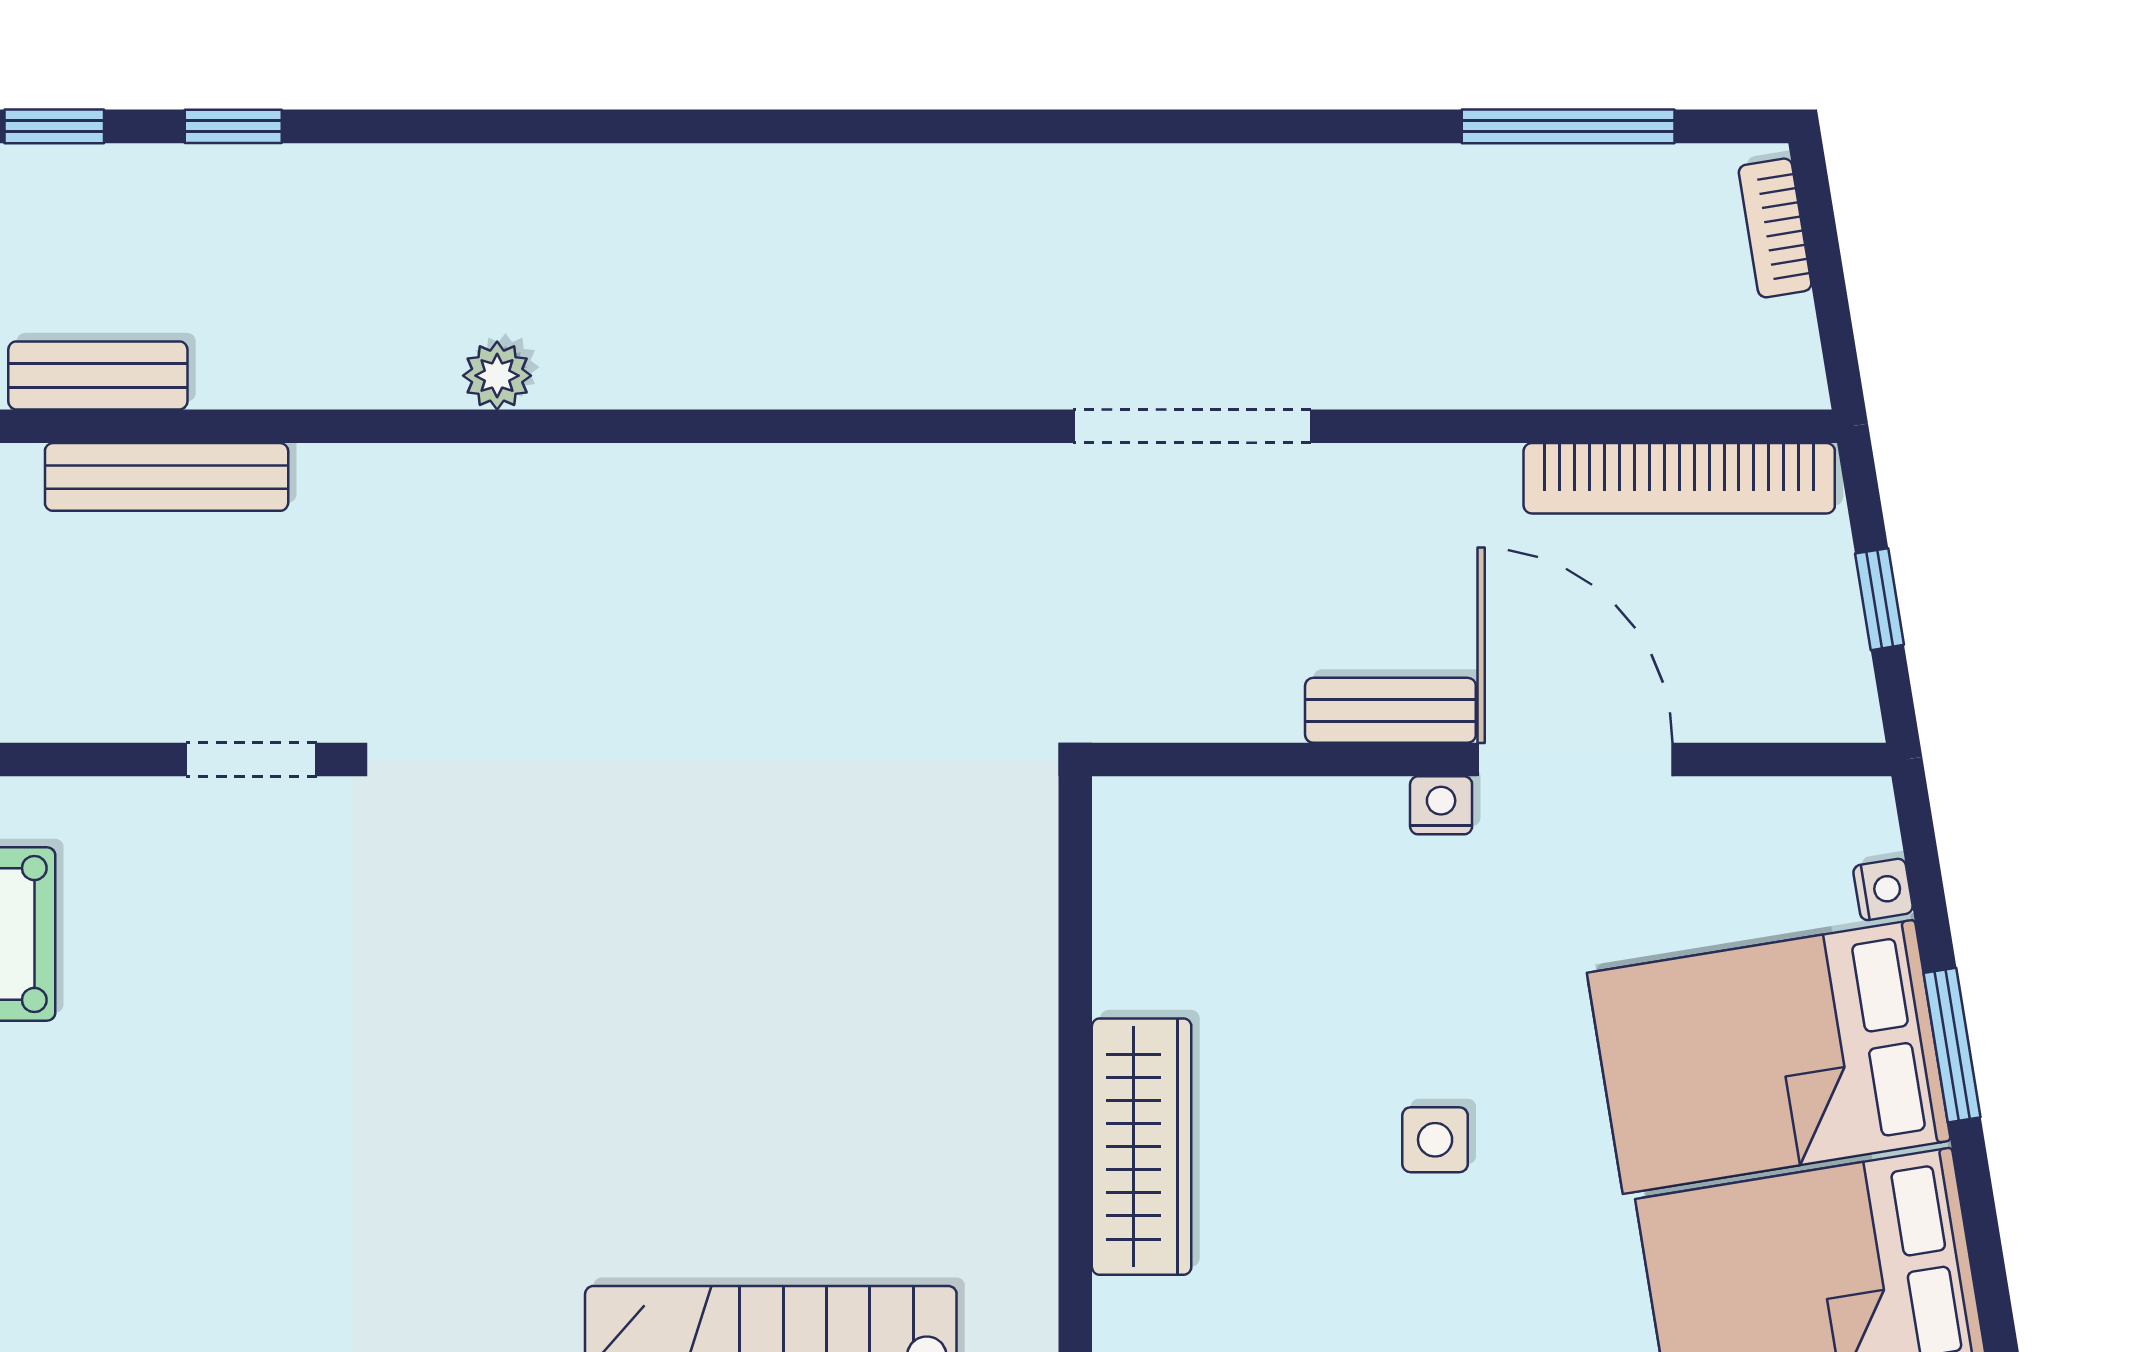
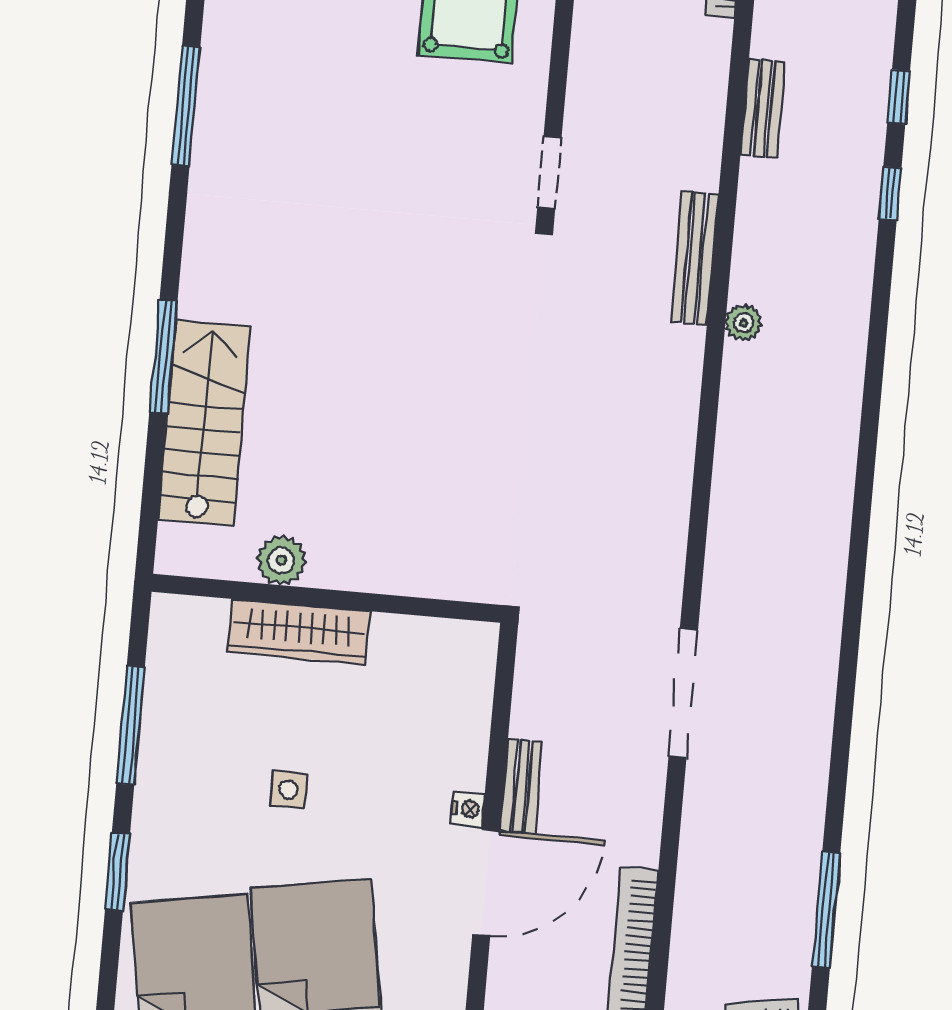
bench: (167, 477) -> (695, 258), moved
plant: (1013, 1191) -> (281, 560), added

